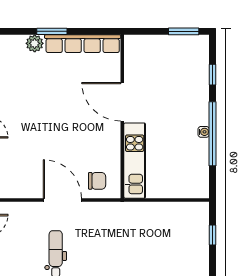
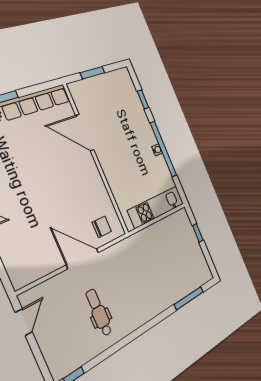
window: (184, 31) -> (92, 73), moved
door: (122, 102) -> (85, 133), moved
kitchen unit: (135, 161) -> (156, 207), moved, turned -90

